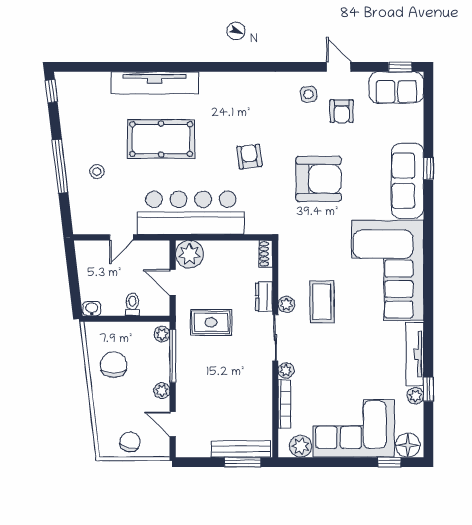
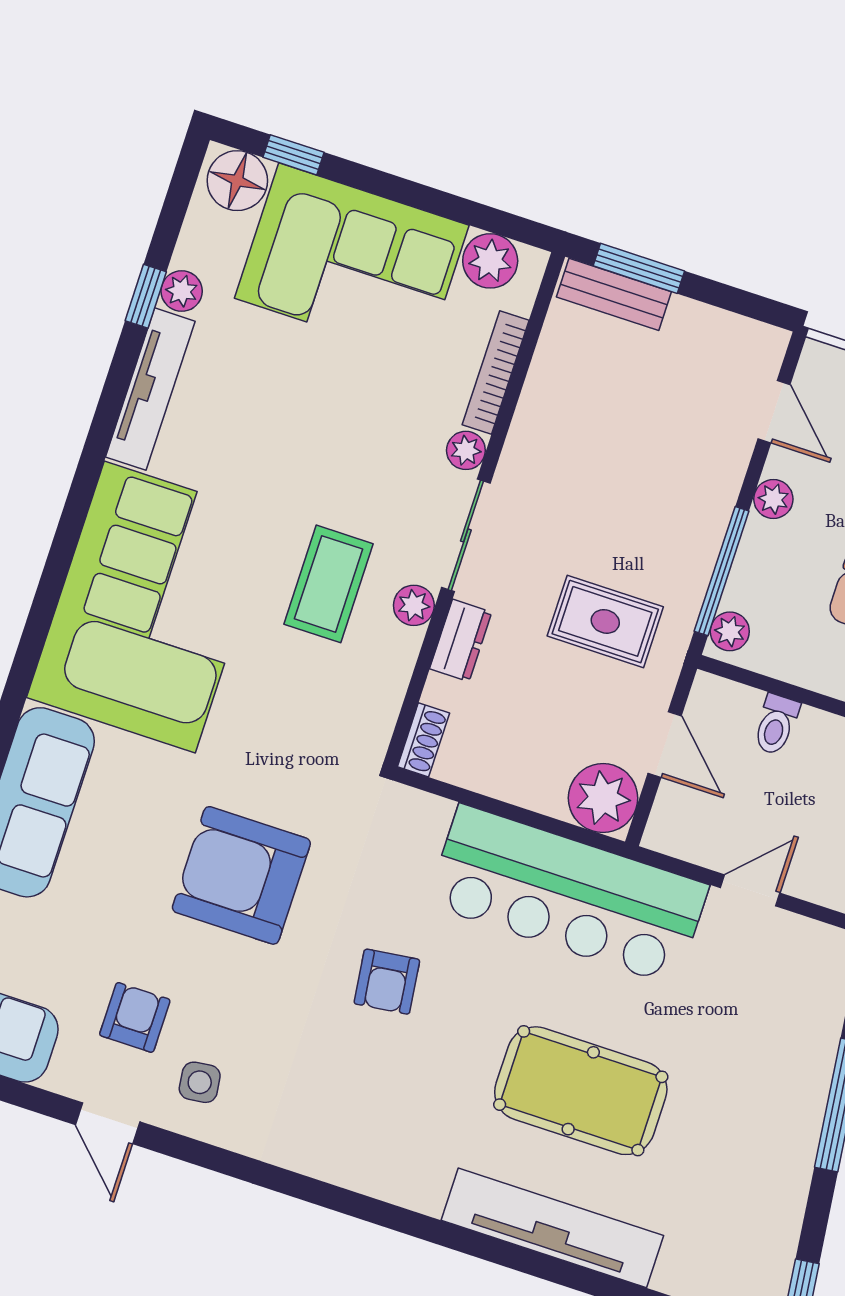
stool: (97, 172) -> (757, 1064), removed
bench: (241, 449) -> (614, 294), width x0.73

